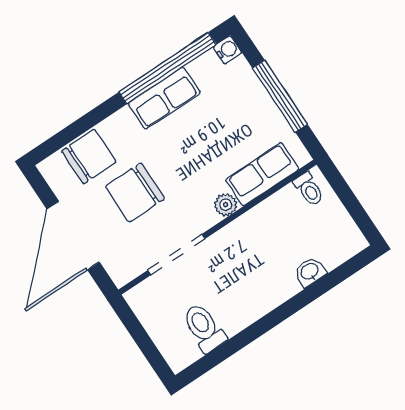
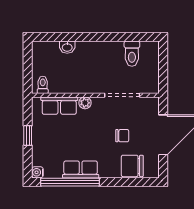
window: (280, 96) -> (28, 135), width x0.46
chair: (135, 192) -> (122, 136), width x0.54, depth x0.54

